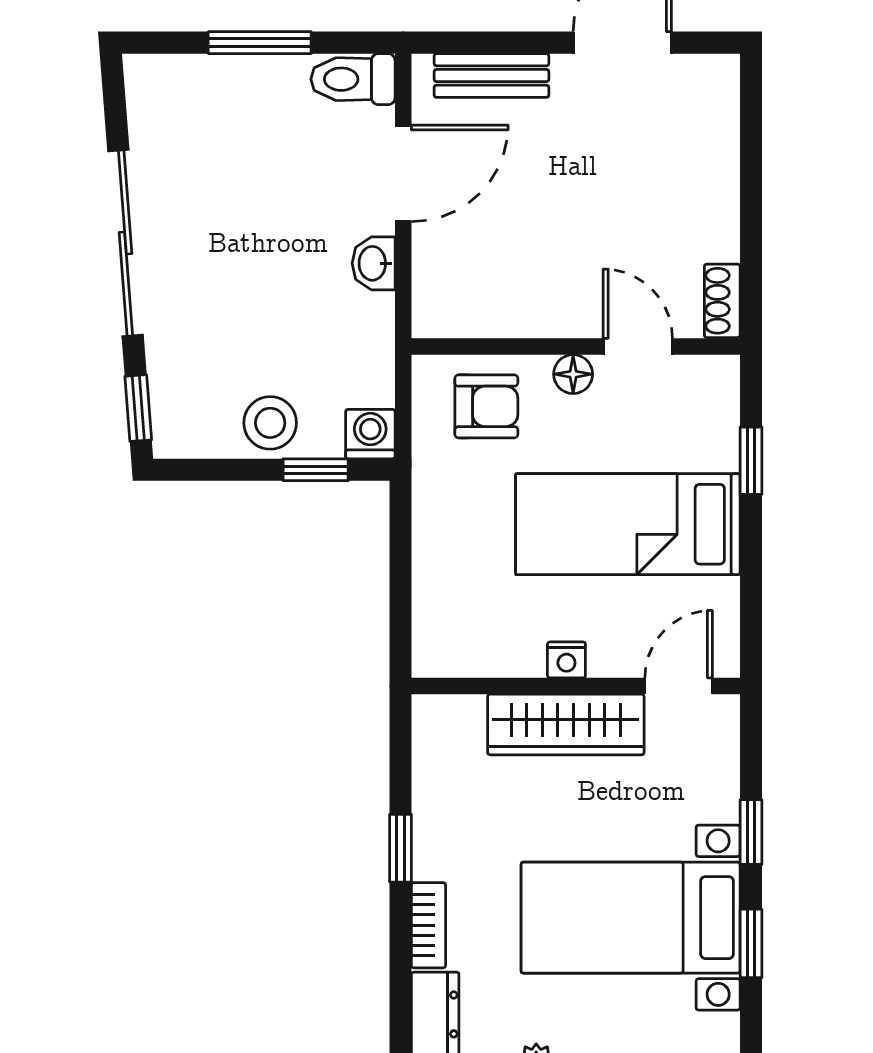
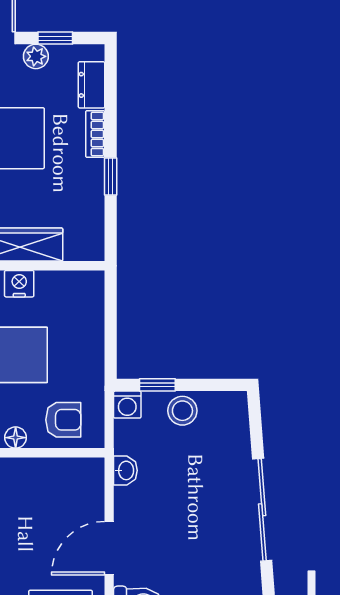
washbasin: (374, 263) -> (125, 470), moved
armchair: (486, 406) -> (63, 420), turned 180
window: (138, 408) -> (255, 419), removed
nightstand: (566, 660) -> (19, 284), width x1.39, depth x1.35

